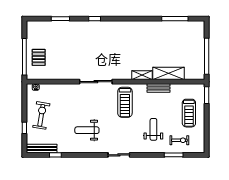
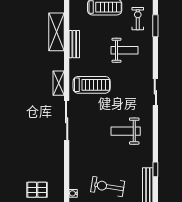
shelving: (142, 75) -> (59, 83), moved
weight bench: (153, 129) -> (125, 50), turned 180
weight bench: (87, 130) -> (126, 131), turned 90

